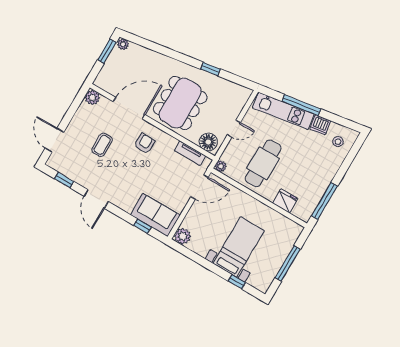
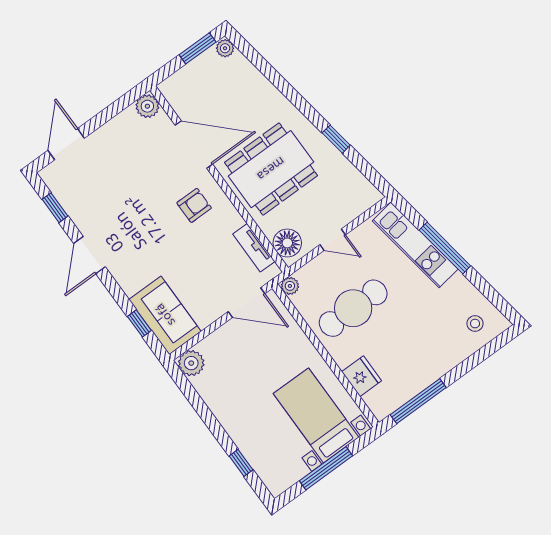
dishwasher: (320, 125) -> (460, 288), removed
coffee table: (102, 145) -> (132, 181), removed
bed with nightstands: (239, 247) -> (316, 415), moved, turned -90

